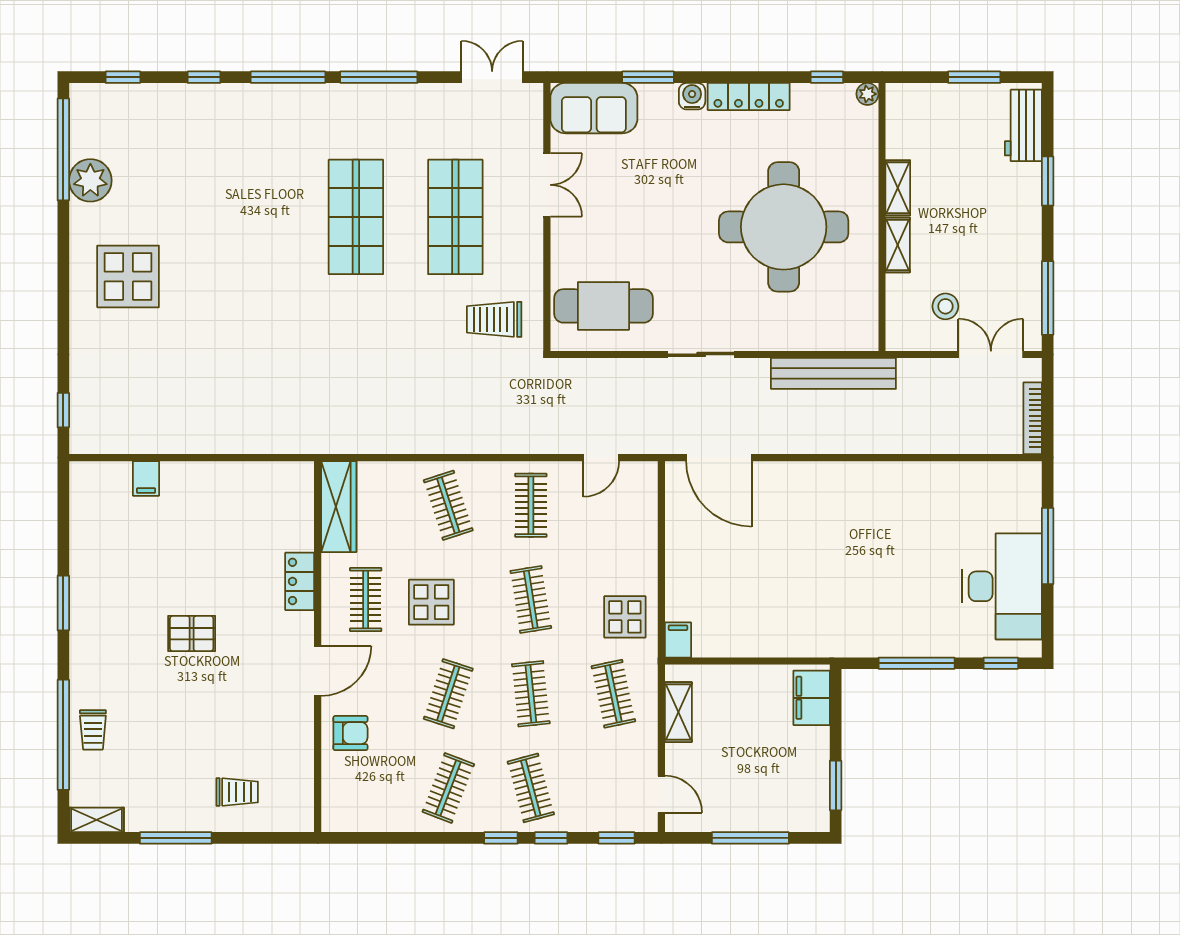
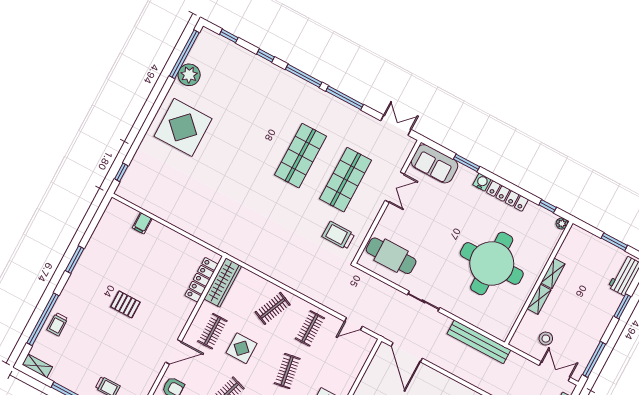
display table: (128, 276) -> (183, 127), width x1.36, depth x1.36
clothes rail: (448, 505) -> (273, 308), turned 42
locker: (300, 581) -> (201, 280), moved, width x1.53

